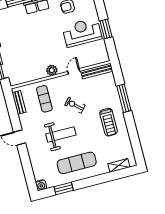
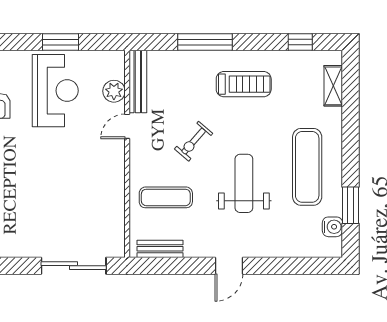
reception desk: (82, 32) -> (55, 91), turned 180
plant: (52, 70) -> (114, 91), moved
door: (74, 71) -> (127, 126), hinge flipped
window: (136, 144) -> (300, 42), added
water cooler: (41, 185) -> (332, 227), moved

